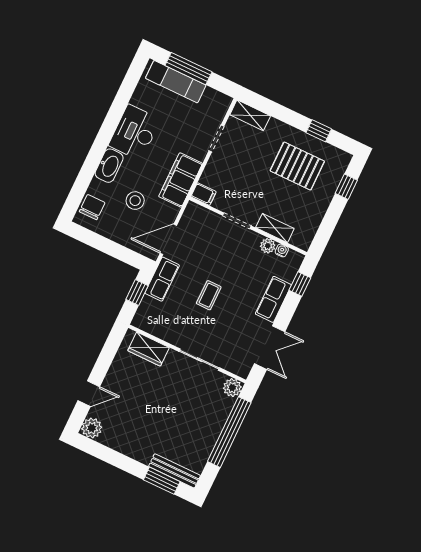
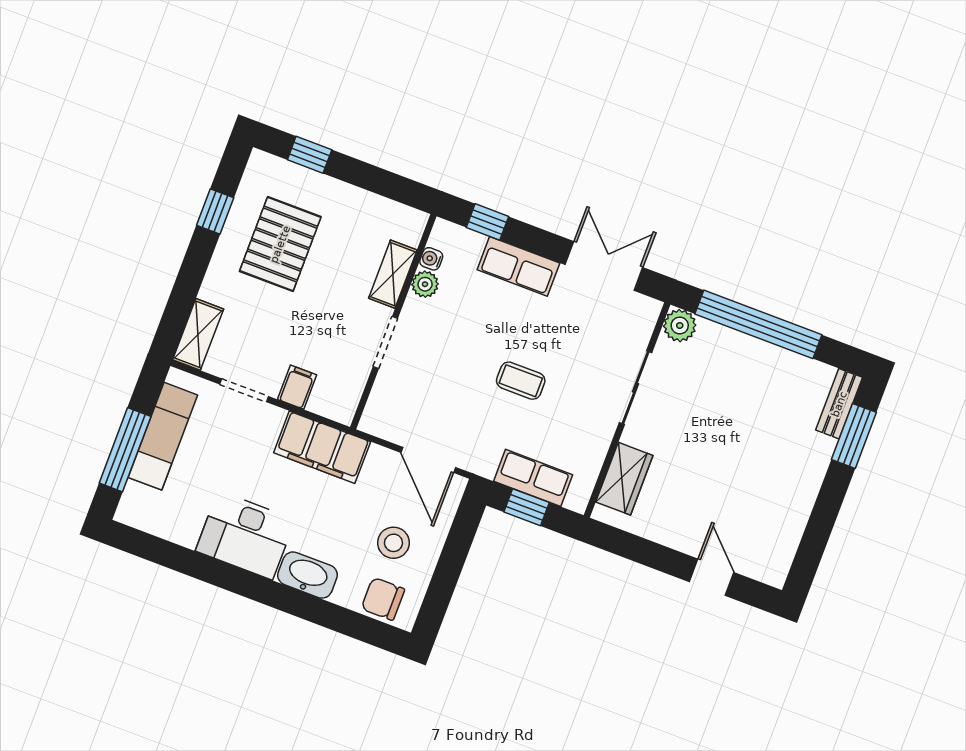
exam couch: (176, 82) -> (163, 436), moved
filing cabinet: (204, 194) -> (297, 387), moved
stool: (135, 201) -> (393, 543), moved
row of seats: (162, 279) -> (533, 478), moved
plant: (92, 428) -> (772, 567), removed
bench: (174, 471) -> (839, 404), width x0.73

